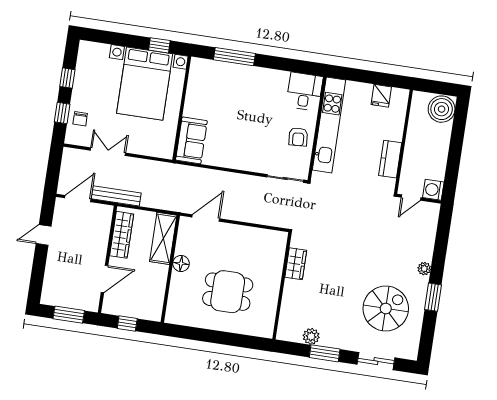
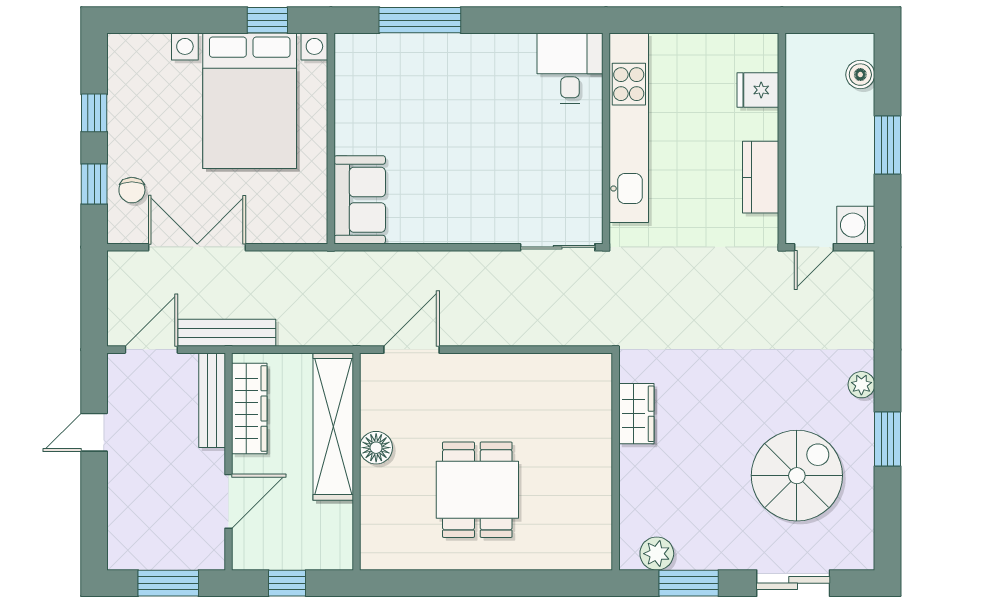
fridge: (381, 96) -> (758, 90), moved, turned 90
boiler: (442, 109) -> (860, 75), width x0.54, depth x0.54
armchair: (298, 137) -> (571, 160), removed
double door: (108, 152) -> (197, 247), width x1.37
window: (455, 153) -> (887, 145), added
bench: (104, 228) -> (212, 400), added
shelving: (163, 238) -> (333, 427), width x1.47
wardrobe: (296, 264) -> (636, 414), moved
wall: (282, 286) -> (616, 462), moved
dining table: (228, 292) -> (477, 490), turned 90

